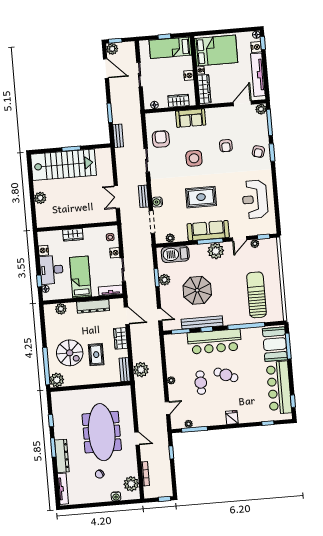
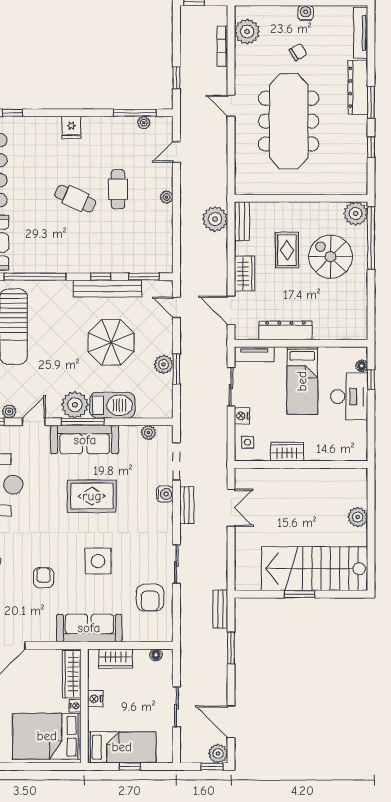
sofa: (191, 118) -> (89, 628), width x1.36
wardrobe: (73, 235) -> (287, 452), moved
nightstand: (43, 250) -> (360, 430), removed
barbecue: (175, 254) -> (112, 405), moved
plant: (61, 309) -> (339, 331), removed
bar counter: (214, 341) -> (90, 255), removed
water cooler: (116, 496) -> (306, 13), moved

